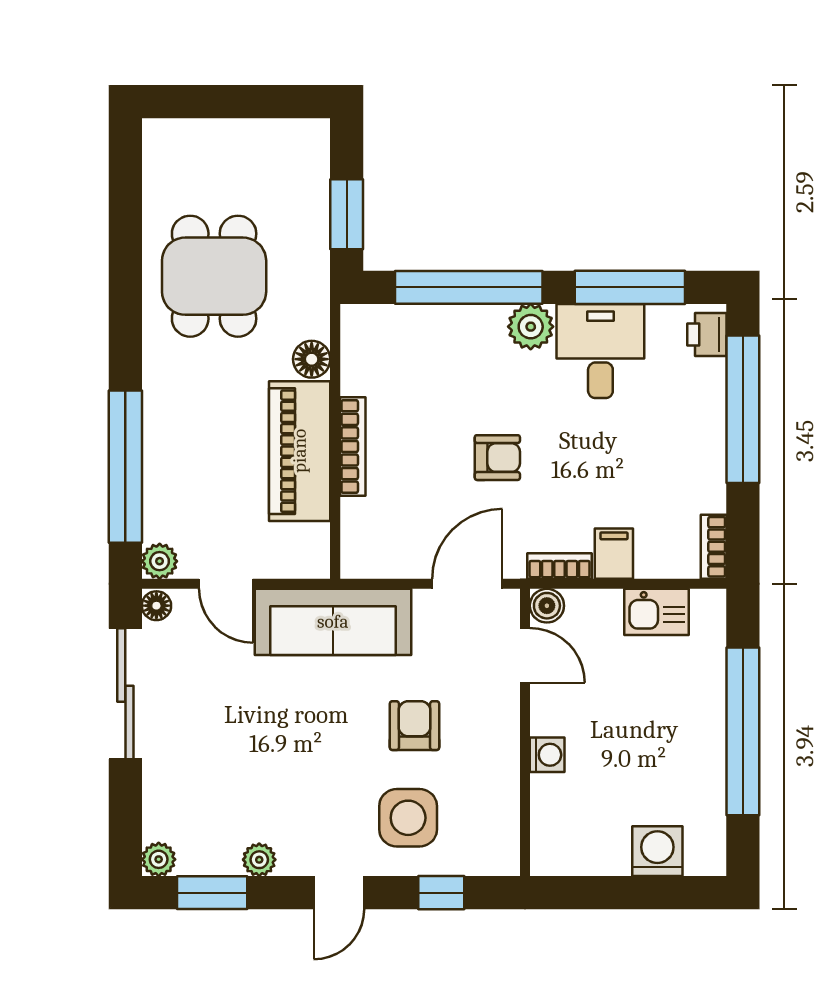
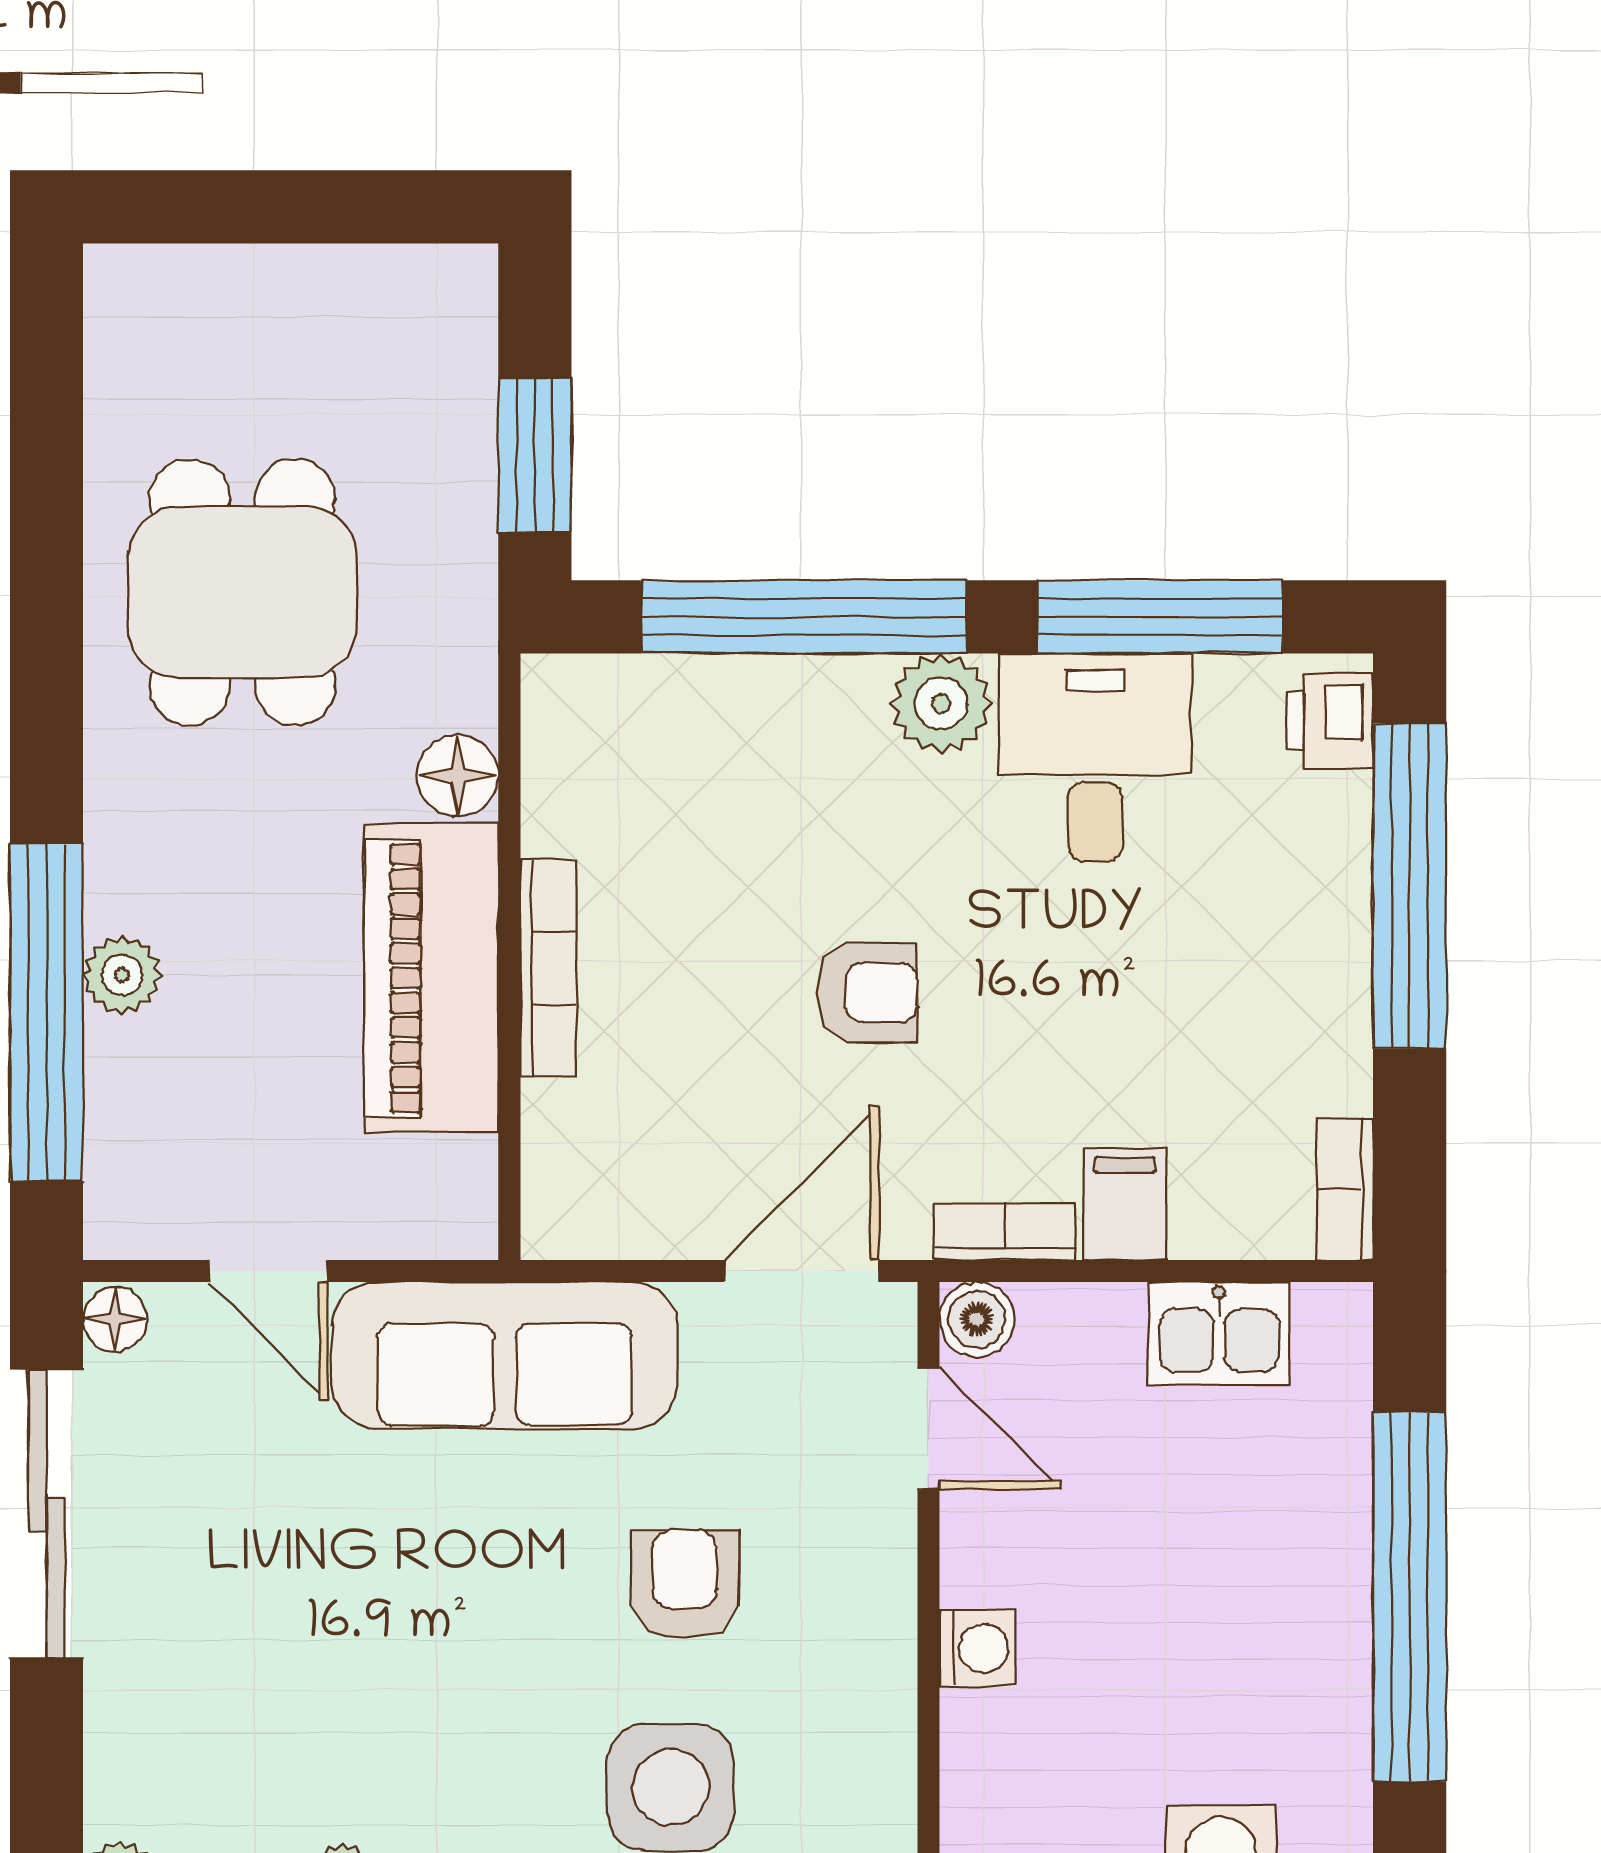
plant: (160, 561) -> (122, 975), moved

